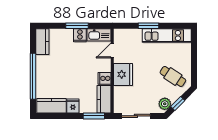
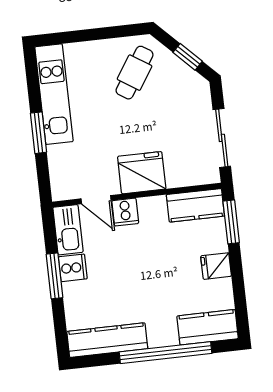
kitchen counter: (42, 42) -> (107, 340), width x1.50
cooker: (105, 78) -> (125, 212), moved
plant: (165, 104) -> (191, 83), removed
kitchen counter: (51, 106) -> (208, 327), moved, turned 90

